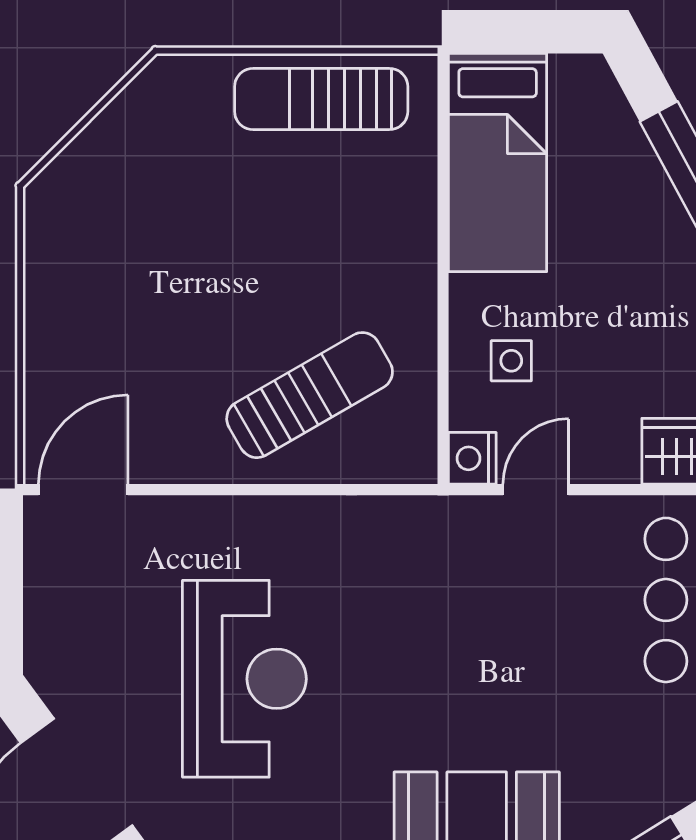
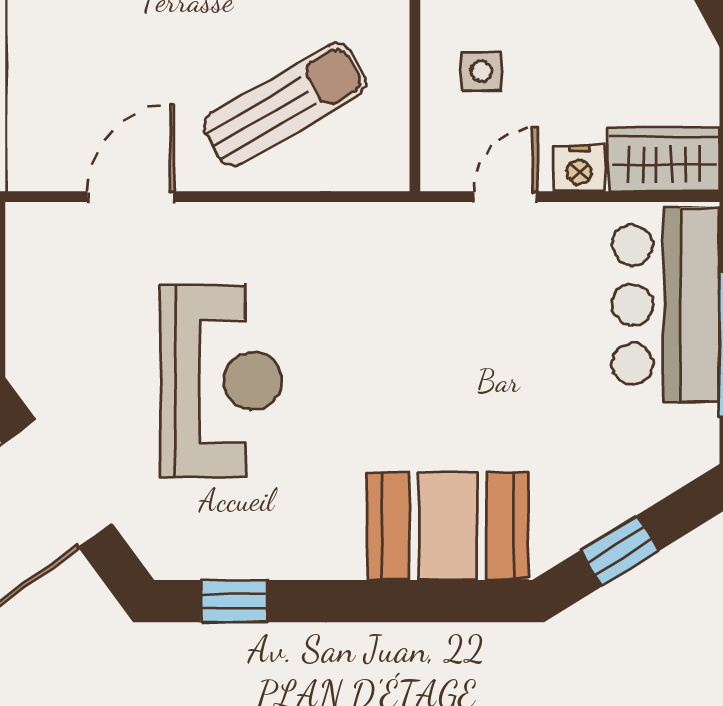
nightstand: (472, 458) -> (579, 168), moved, turned -90
door: (83, 490) -> (131, 197), moved

